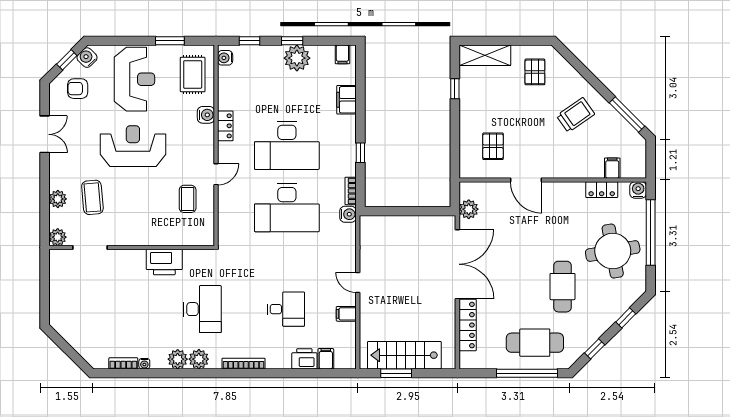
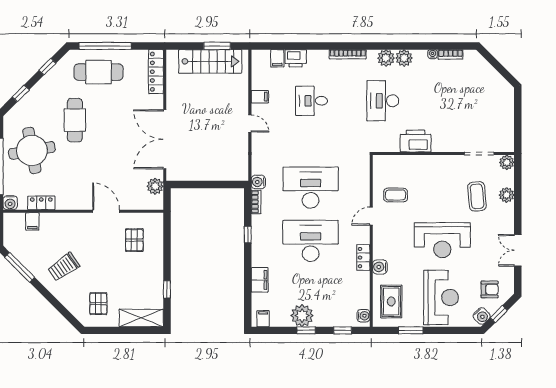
reception desk: (134, 79) -> (441, 297), turned 180
coffee table: (188, 199) -> (396, 195), turned 90
locker: (468, 325) -> (156, 72), moved

